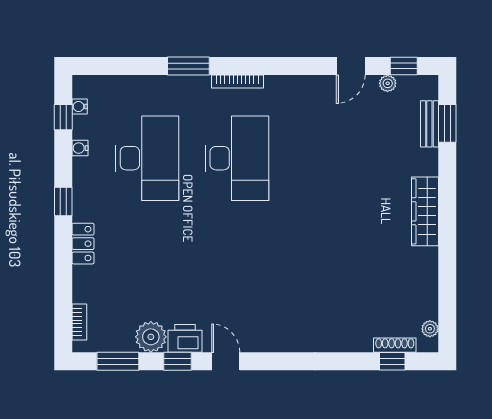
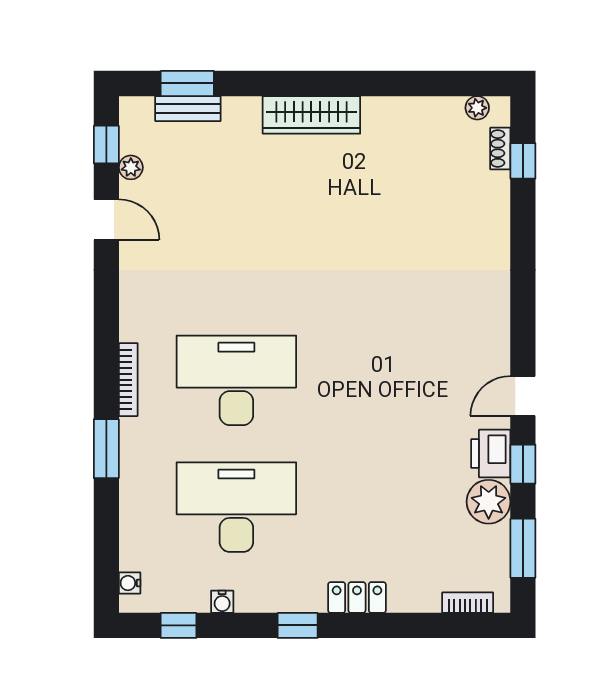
water cooler: (80, 107) -> (130, 583), moved, turned 90
shoe rack: (395, 345) -> (500, 148), width x0.70

